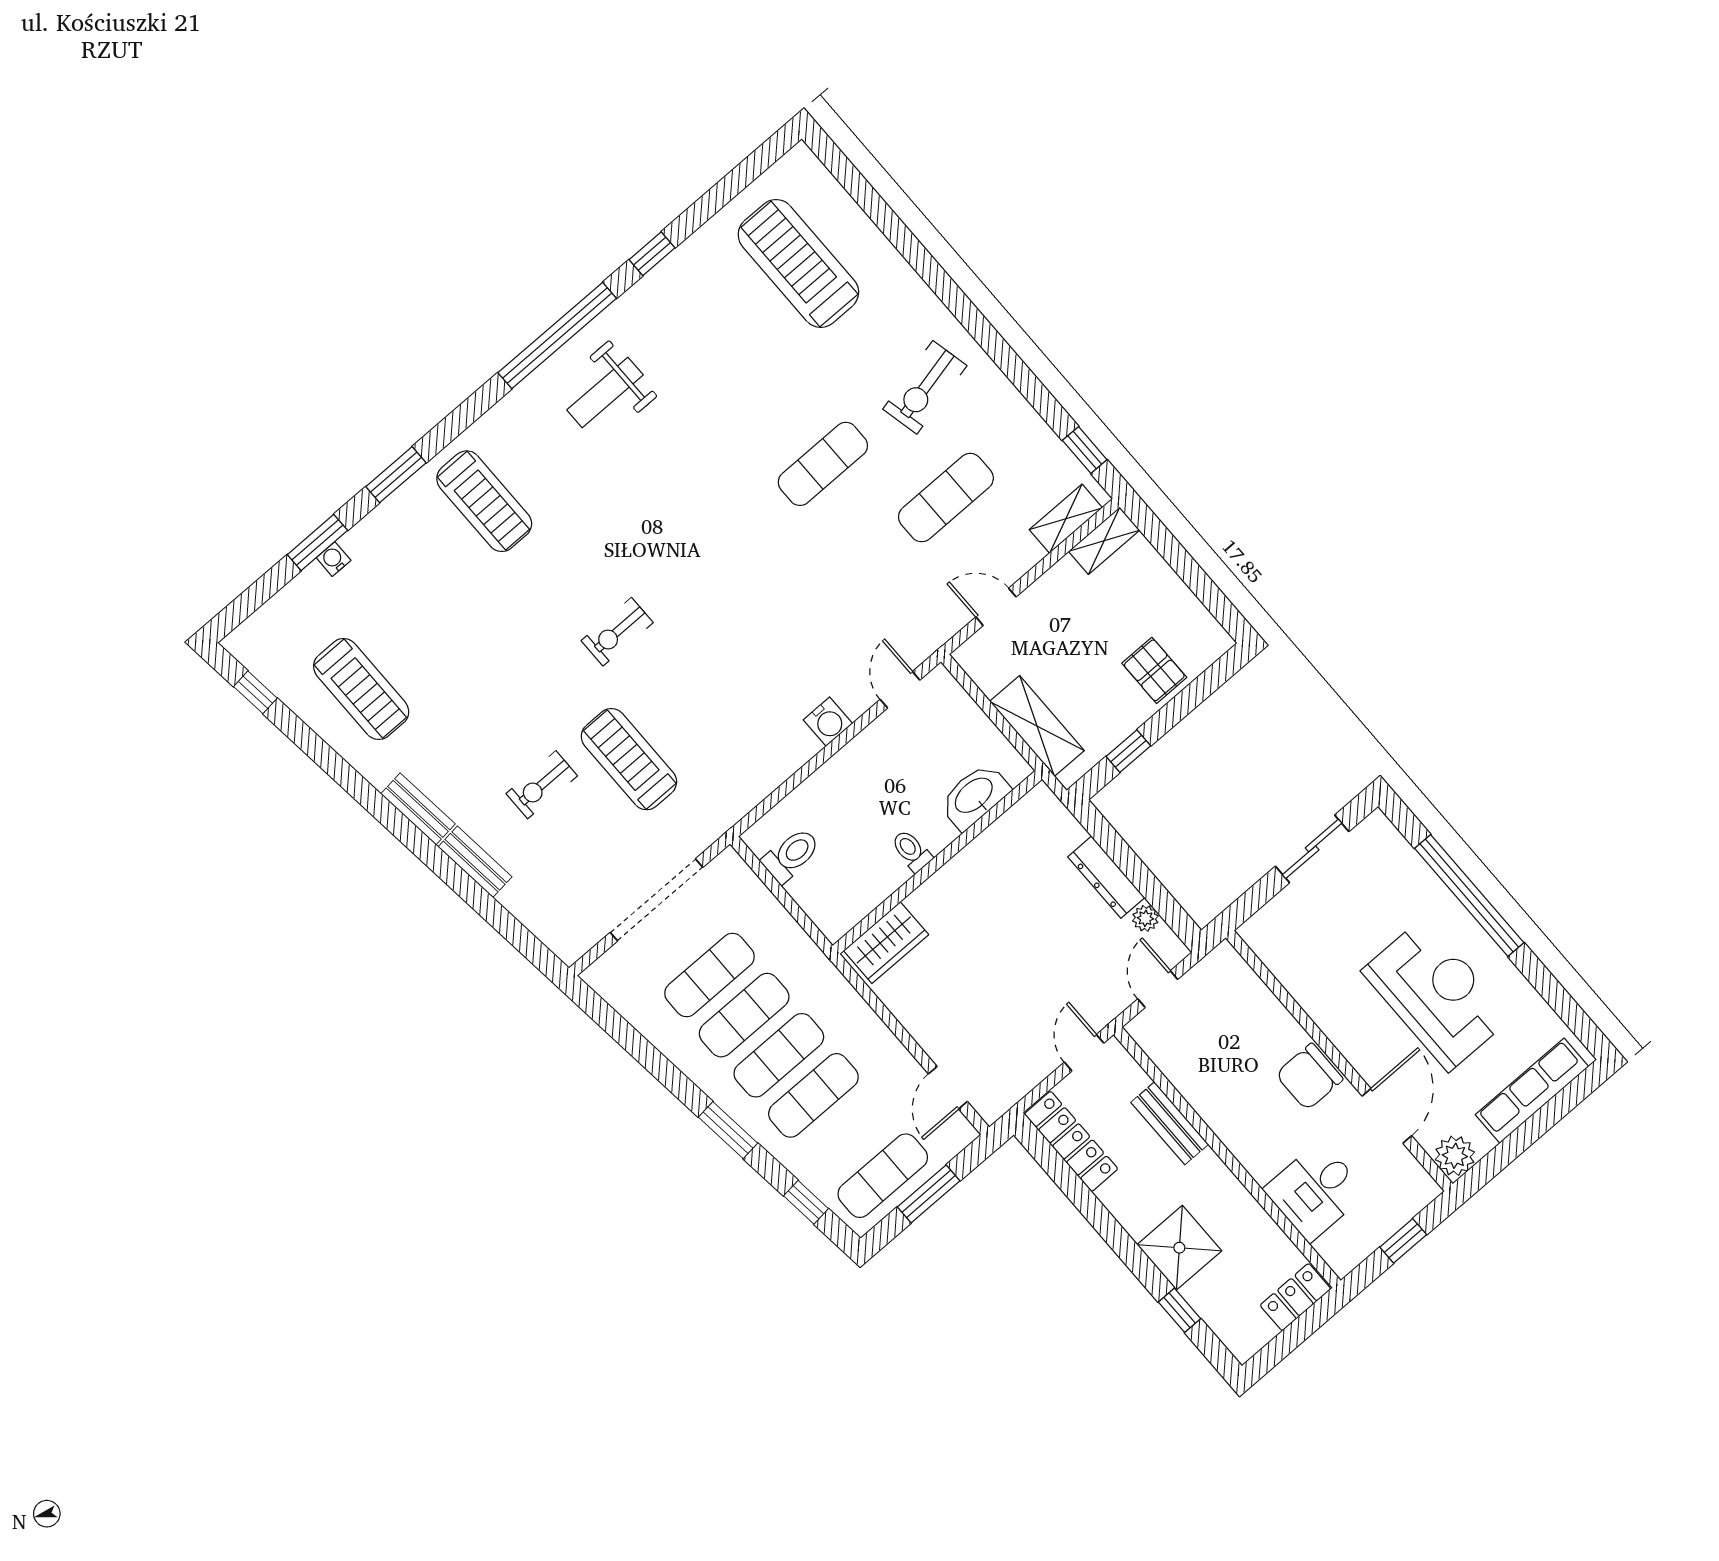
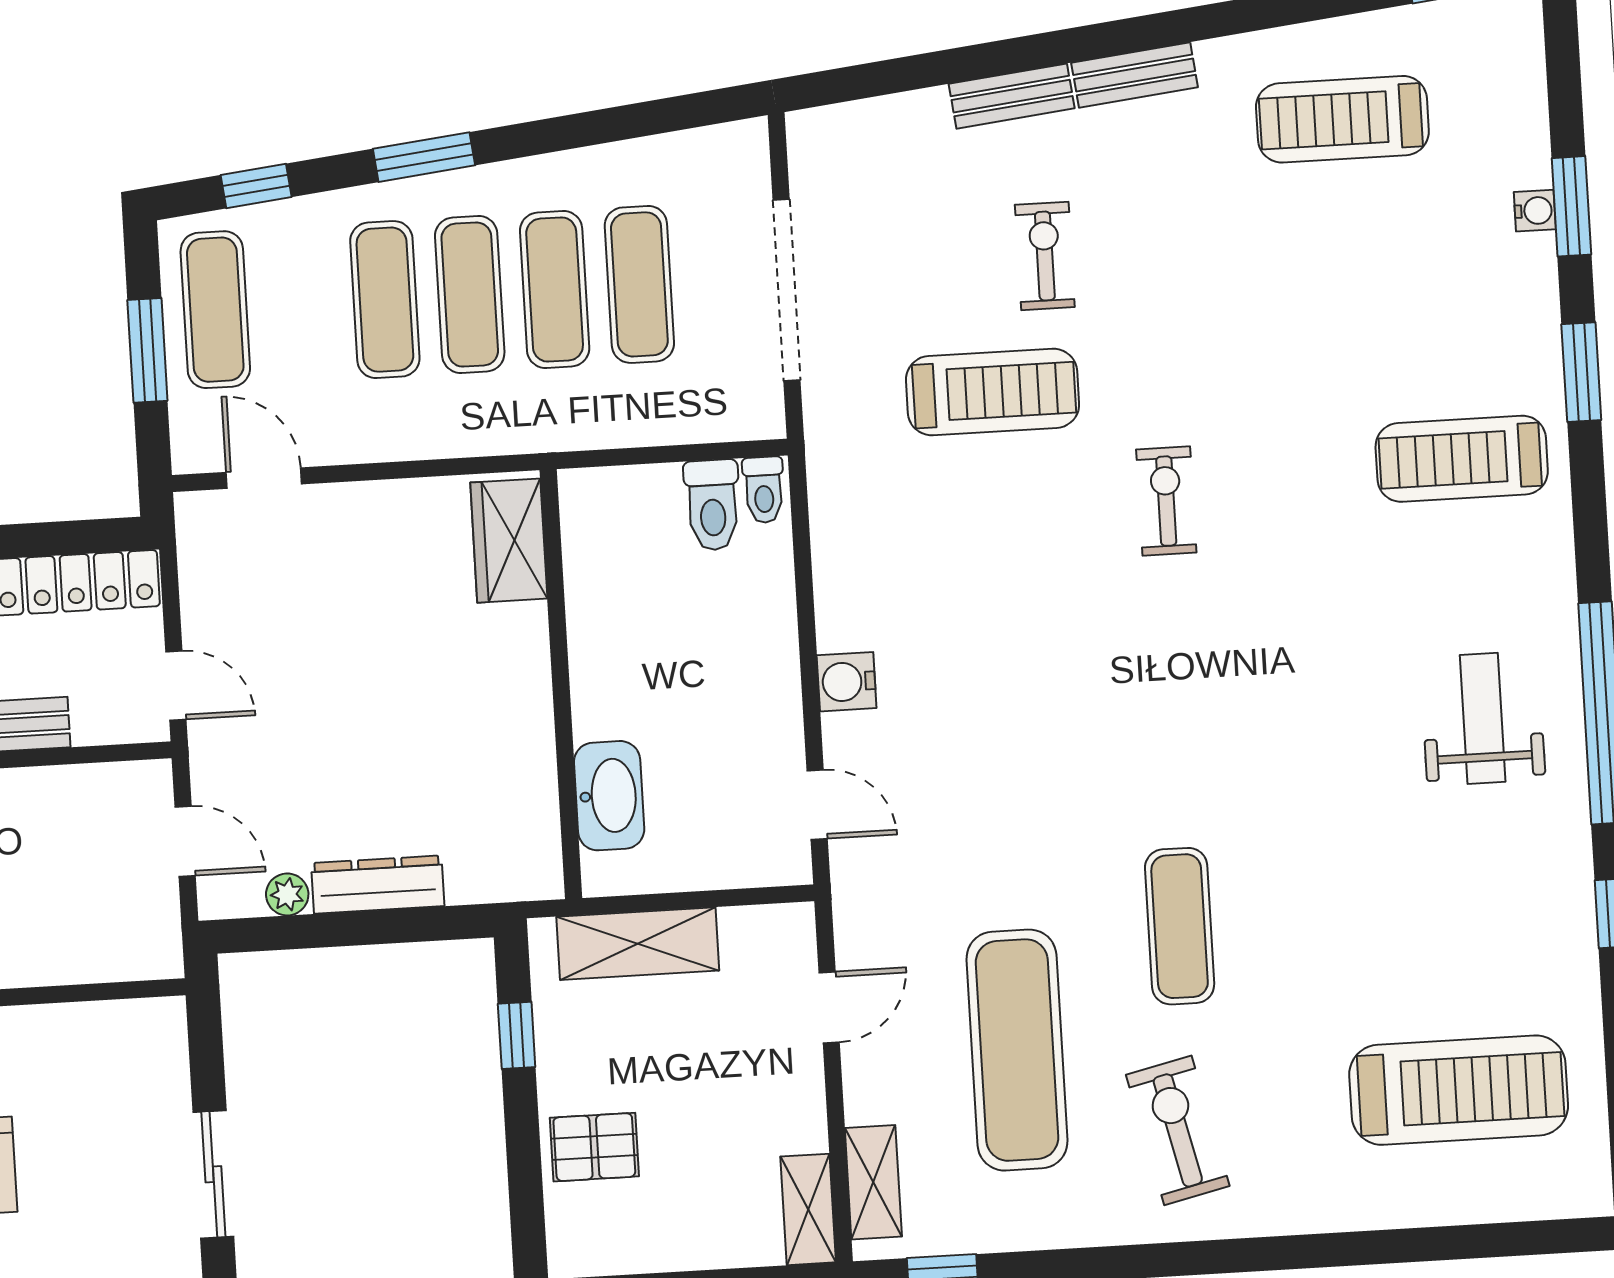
exercise mat: (946, 498) -> (1017, 1050), width x1.36, depth x1.45
toilet: (911, 851) -> (764, 490), moved, turned 90

